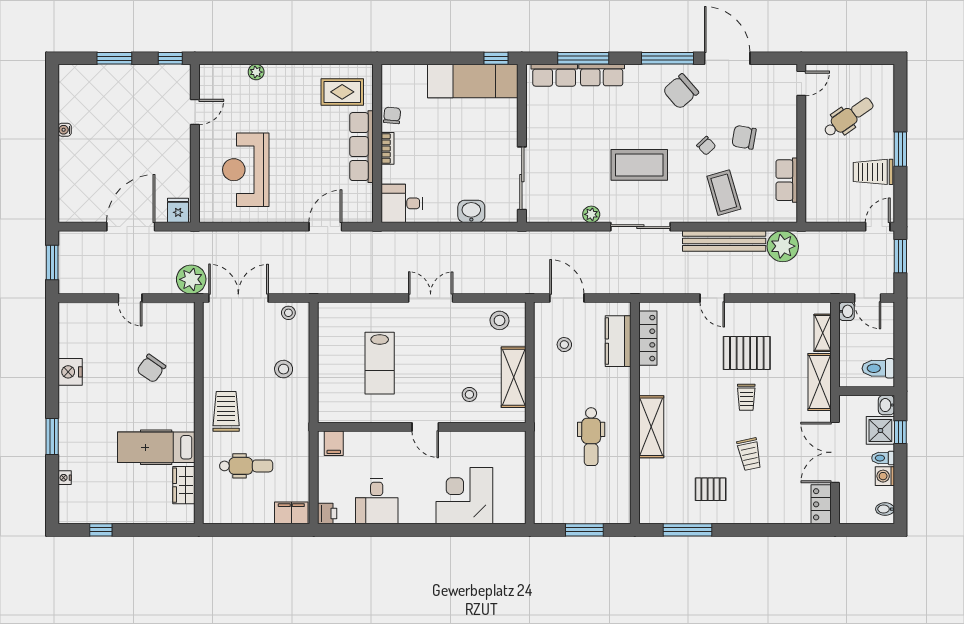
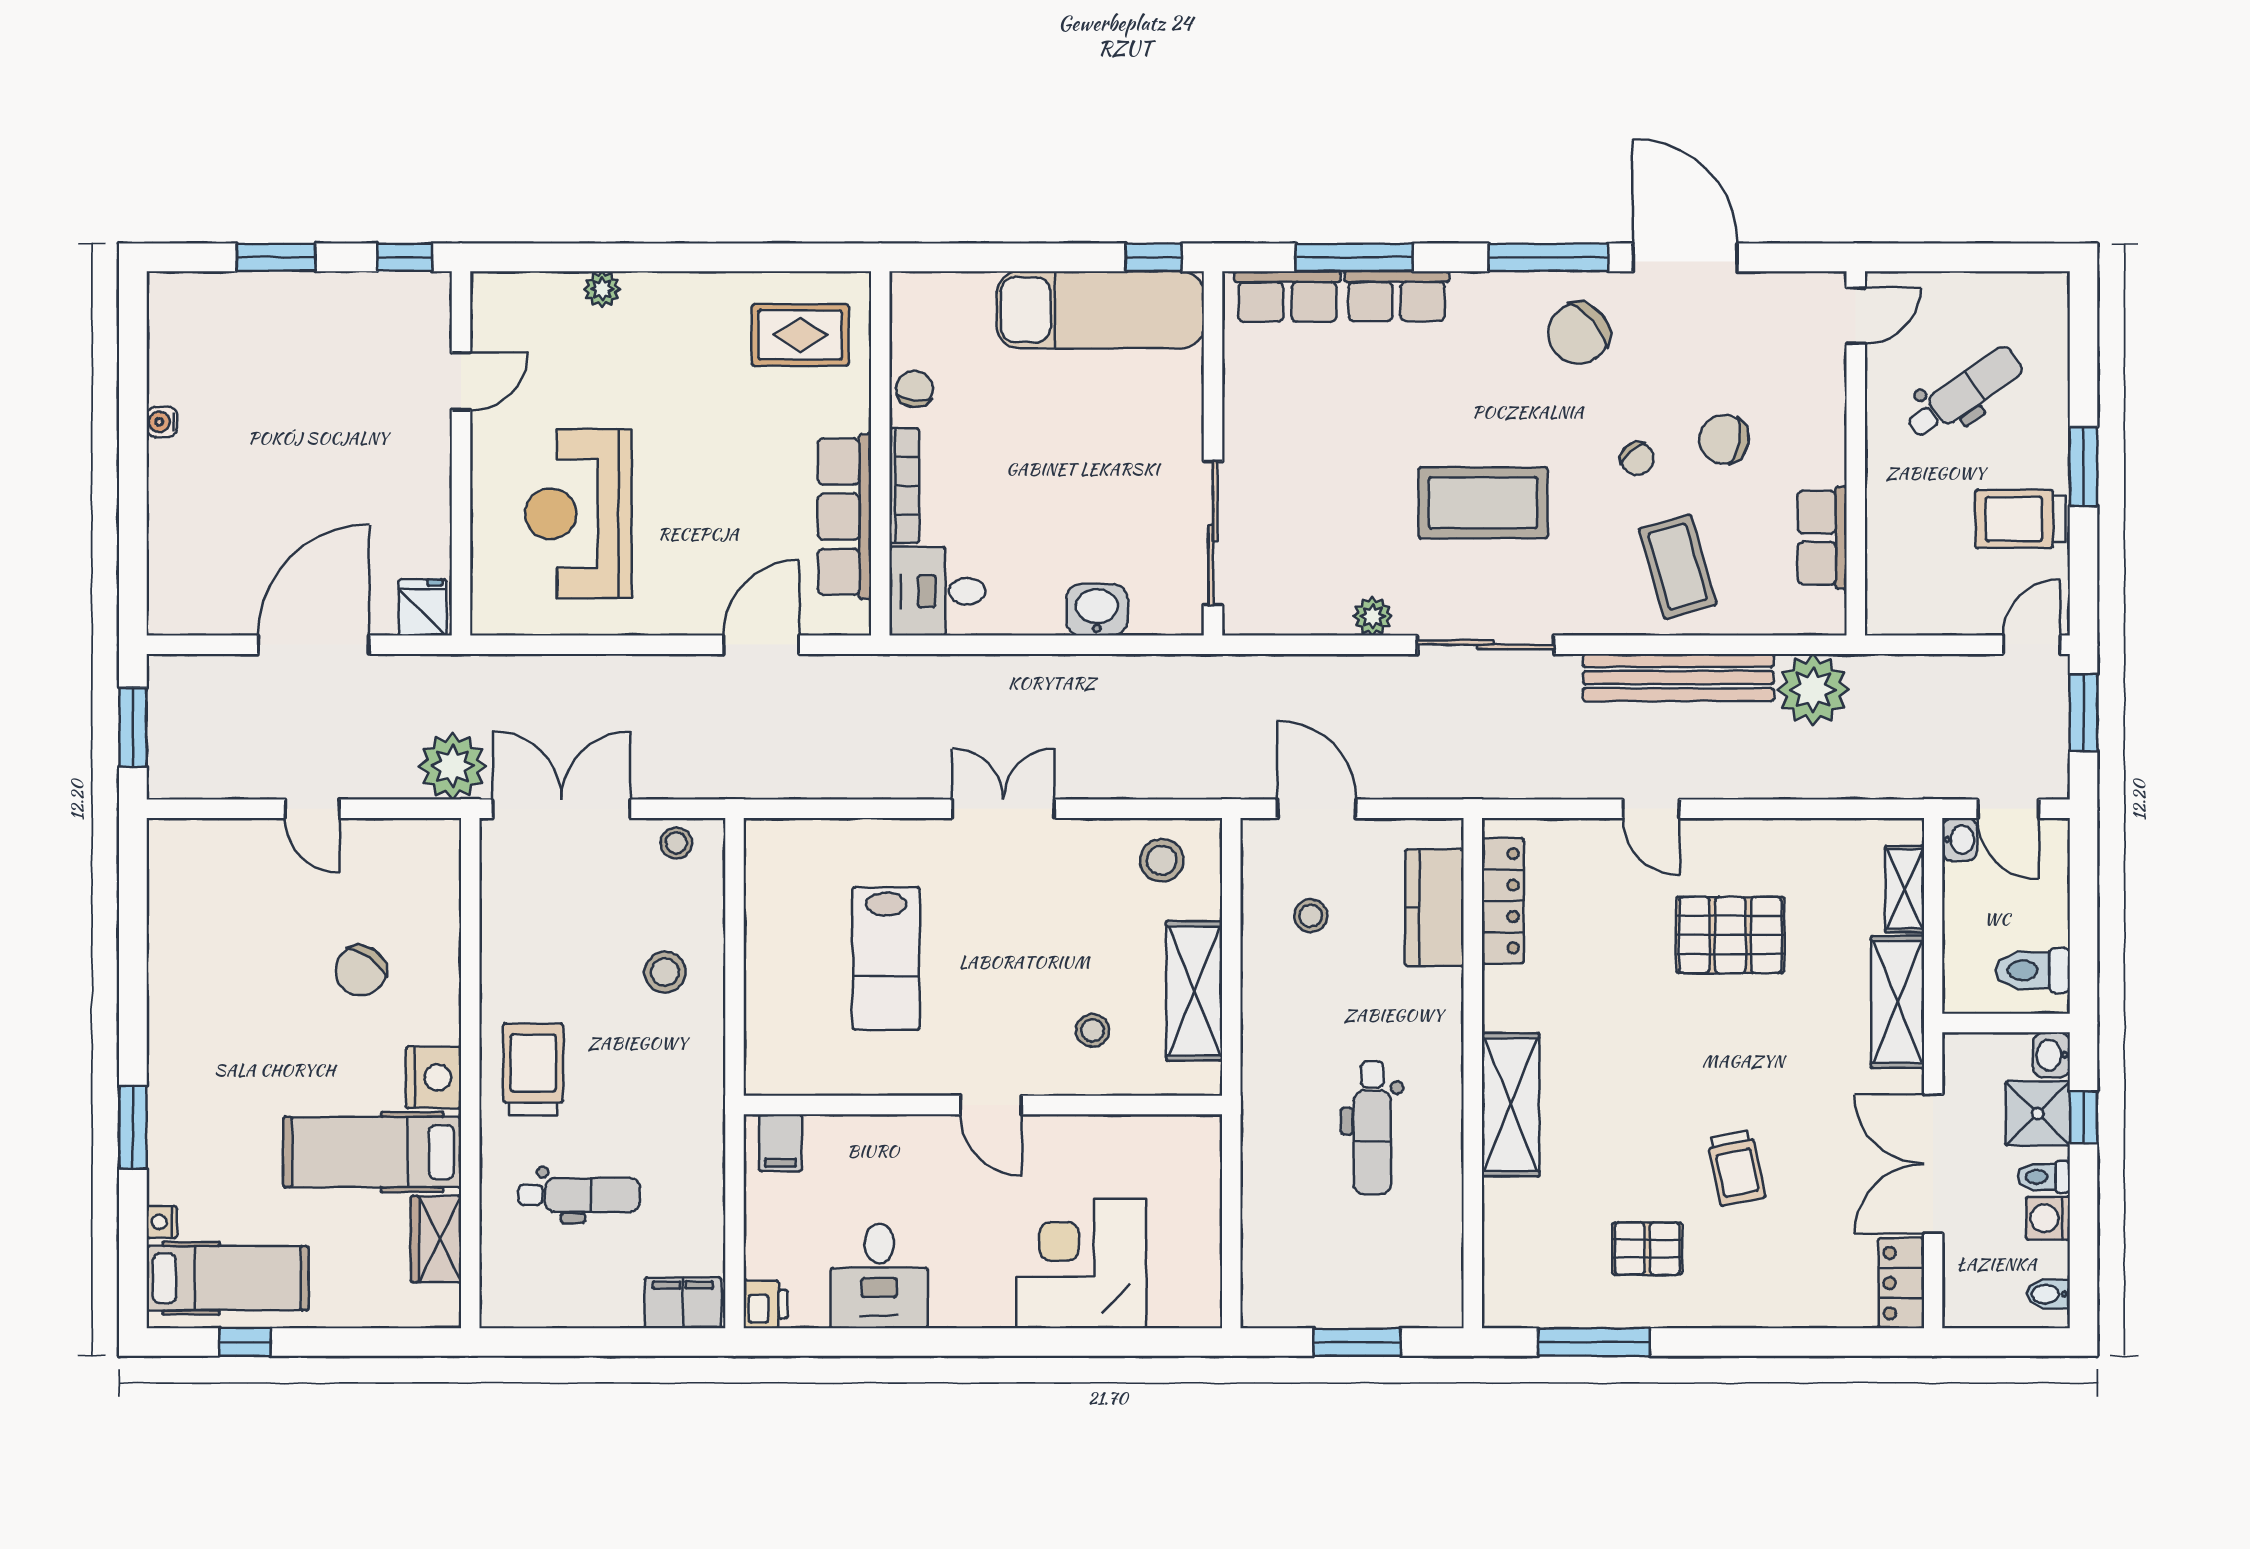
row of seats: (362, 147) -> (844, 517), moved
bookcase: (387, 148) -> (904, 486), width x1.56
nightstand: (70, 372) -> (433, 1077), moved, turned 180
trolley: (746, 397) -> (1729, 1037), removed
hospital bed: (93, 502) -> (228, 1278), added

